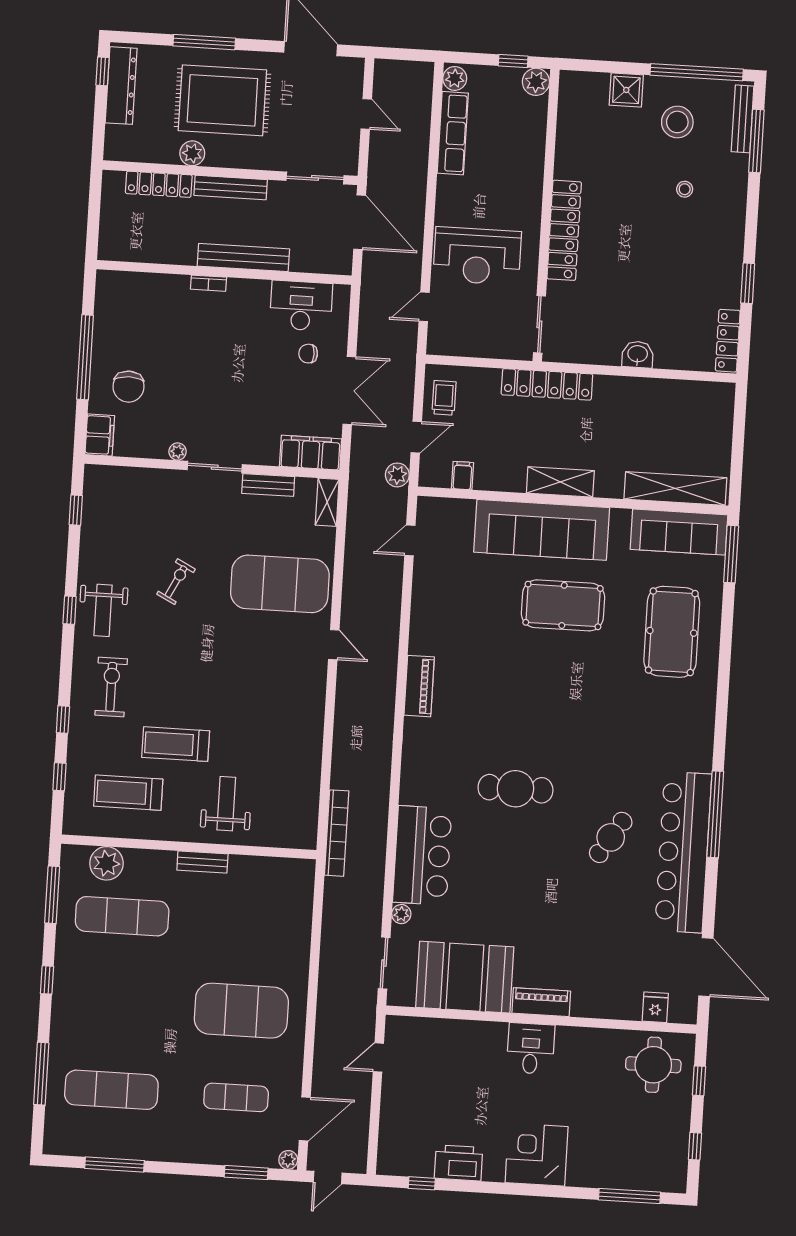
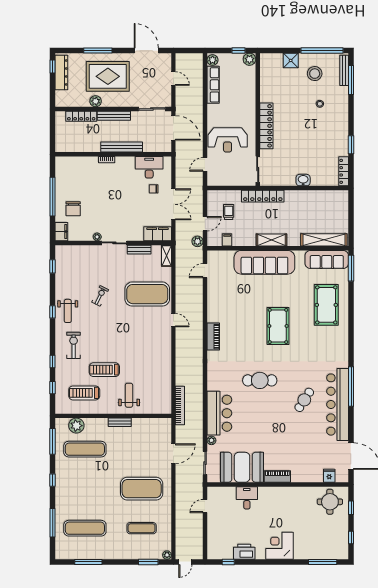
trolley: (444, 398) -> (229, 212), moved
pool table: (563, 605) -> (278, 326), moved, turned 90
desk: (531, 1048) -> (247, 498), moved
door: (305, 1119) -> (173, 454), moved

